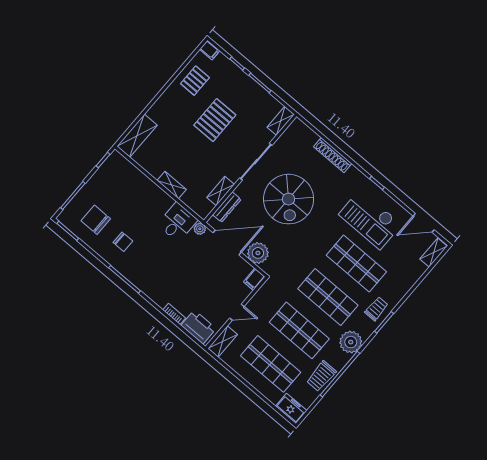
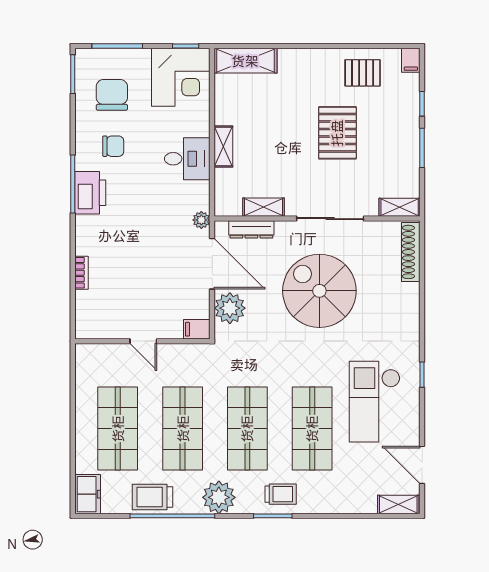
pallet: (215, 120) -> (337, 133), turned 90
shoe rack: (333, 155) -> (411, 252), moved
corner desk: (117, 176) -> (181, 77), added
spiral stairs: (289, 199) -> (319, 291), turned 90
desk: (177, 222) -> (187, 159), moved
chair: (123, 242) -> (113, 146), turned -90
printer: (199, 327) -> (90, 193), moved
shelving: (223, 341) -> (97, 353), removed

